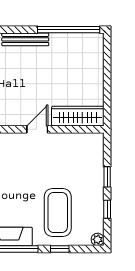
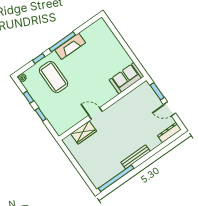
wardrobe: (78, 116) -> (84, 132), width x0.67
door: (37, 129) -> (95, 113), swing flipped

